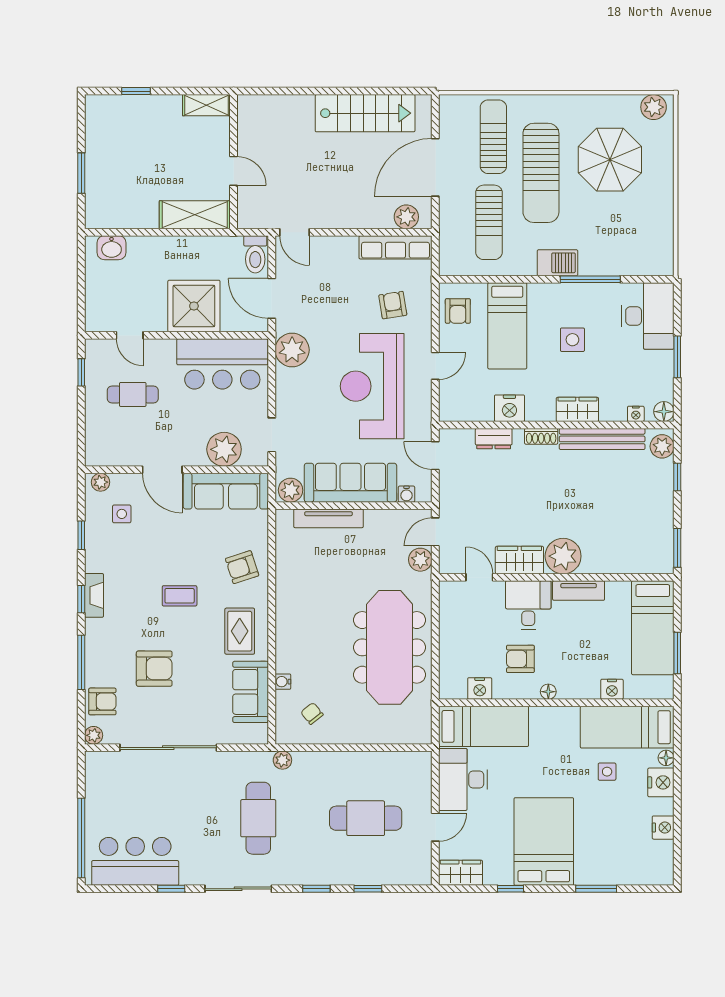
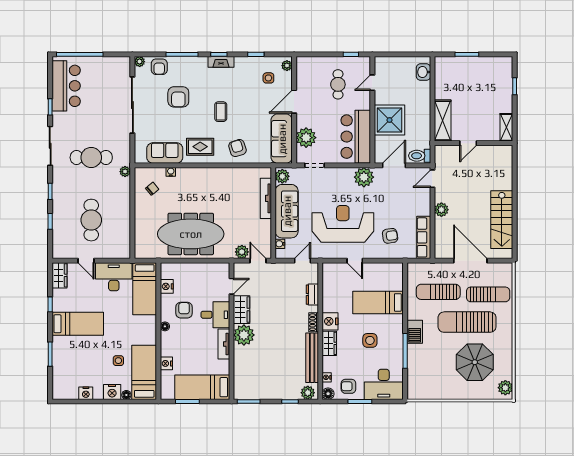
plant: (406, 217) -> (441, 210), moved
armchair: (458, 311) -> (348, 386), moved
nightstand: (509, 408) -> (330, 321), moved
bed: (544, 841) -> (78, 324), width x0.67

